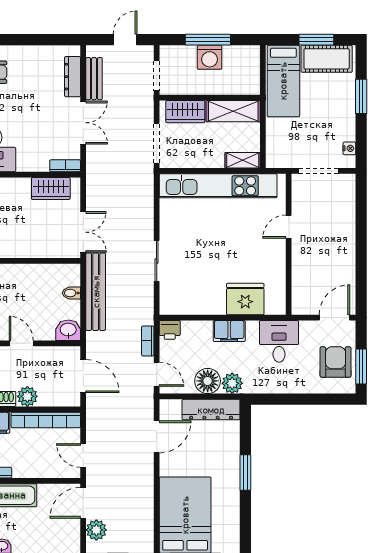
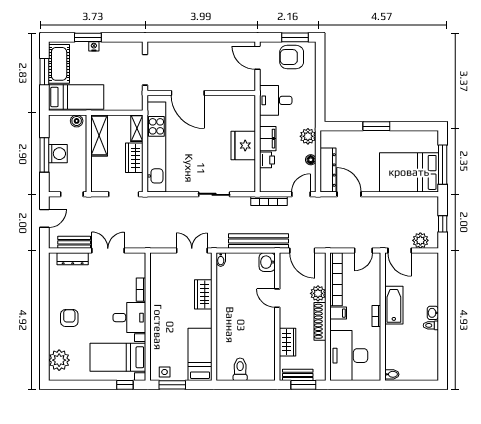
door: (125, 40) -> (44, 218), swing flipped
boiler: (252, 82) -> (77, 121), added
wardrobe: (185, 112) -> (134, 158), moved, turned 180
nightstand: (349, 148) -> (94, 46), moved
bookcase: (65, 166) -> (141, 290), moved
wardrobe: (51, 188) -> (203, 294), moved, turned 180
door: (289, 227) -> (188, 93), width x1.87
bench: (96, 292) -> (259, 241), moved
bidet: (71, 293) -> (221, 260), moved
fridge: (245, 299) -> (243, 146), moved
printer: (170, 330) -> (267, 160), moved
bookcase: (148, 341) -> (269, 201), width x1.56
door: (21, 343) -> (277, 298), hinge flipped
door: (83, 376) -> (302, 251), swing flipped
floor lamp: (208, 381) -> (311, 160), width x0.53, depth x0.53
dresser: (211, 410) -> (328, 170), moved

